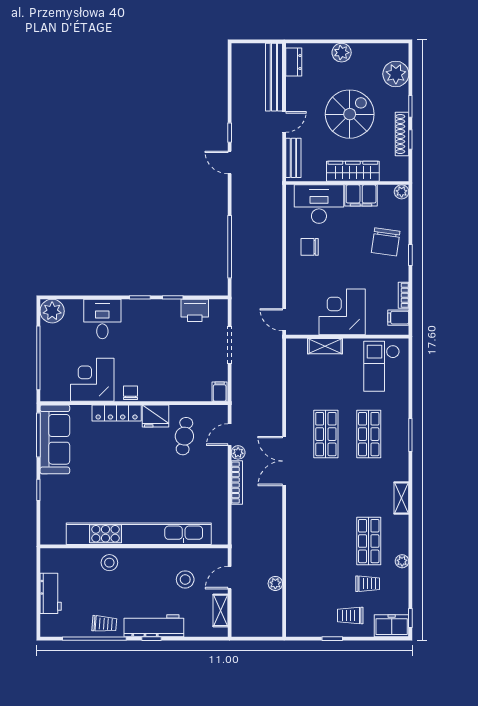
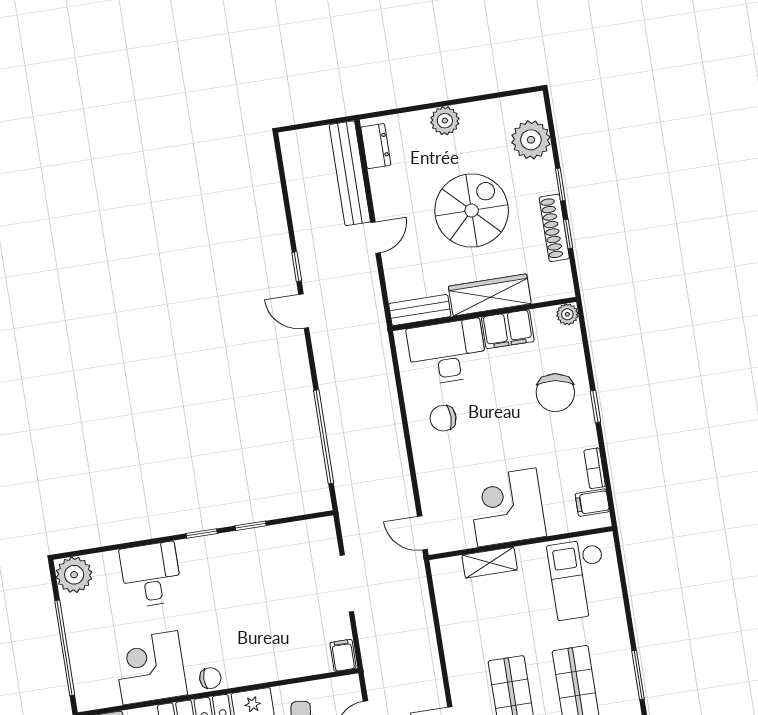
bench: (293, 158) -> (420, 310), moved, turned 90
printer: (195, 310) -> (287, 540), removed
chair: (130, 393) -> (210, 678), turned 90

